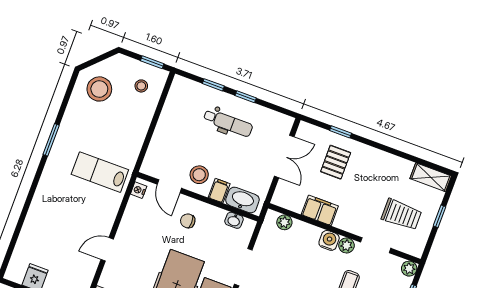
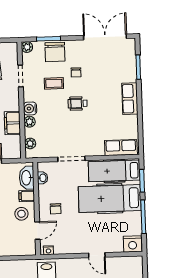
plant: (346, 245) -> (29, 122), moved

